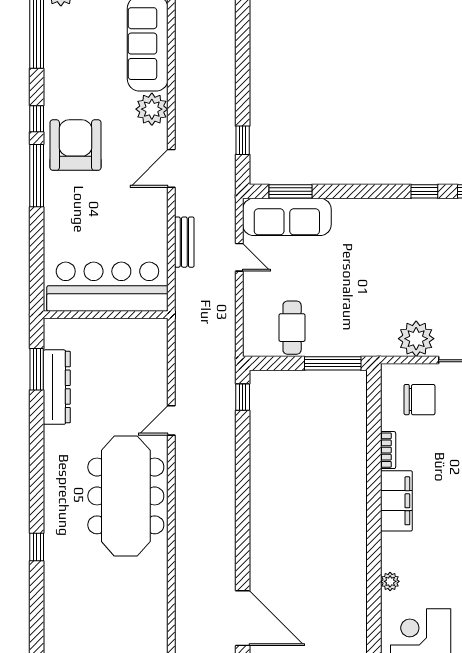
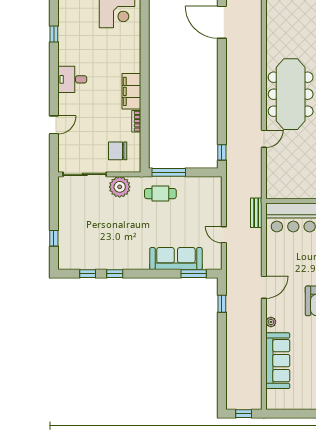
plant: (152, 109) -> (271, 322), width x0.53, depth x0.53
sofa: (287, 217) -> (176, 259), moved
bench: (184, 242) -> (256, 213), moved
cafe table: (292, 328) -> (160, 194), moved, turned 90
plant: (390, 581) -> (135, 44), removed

